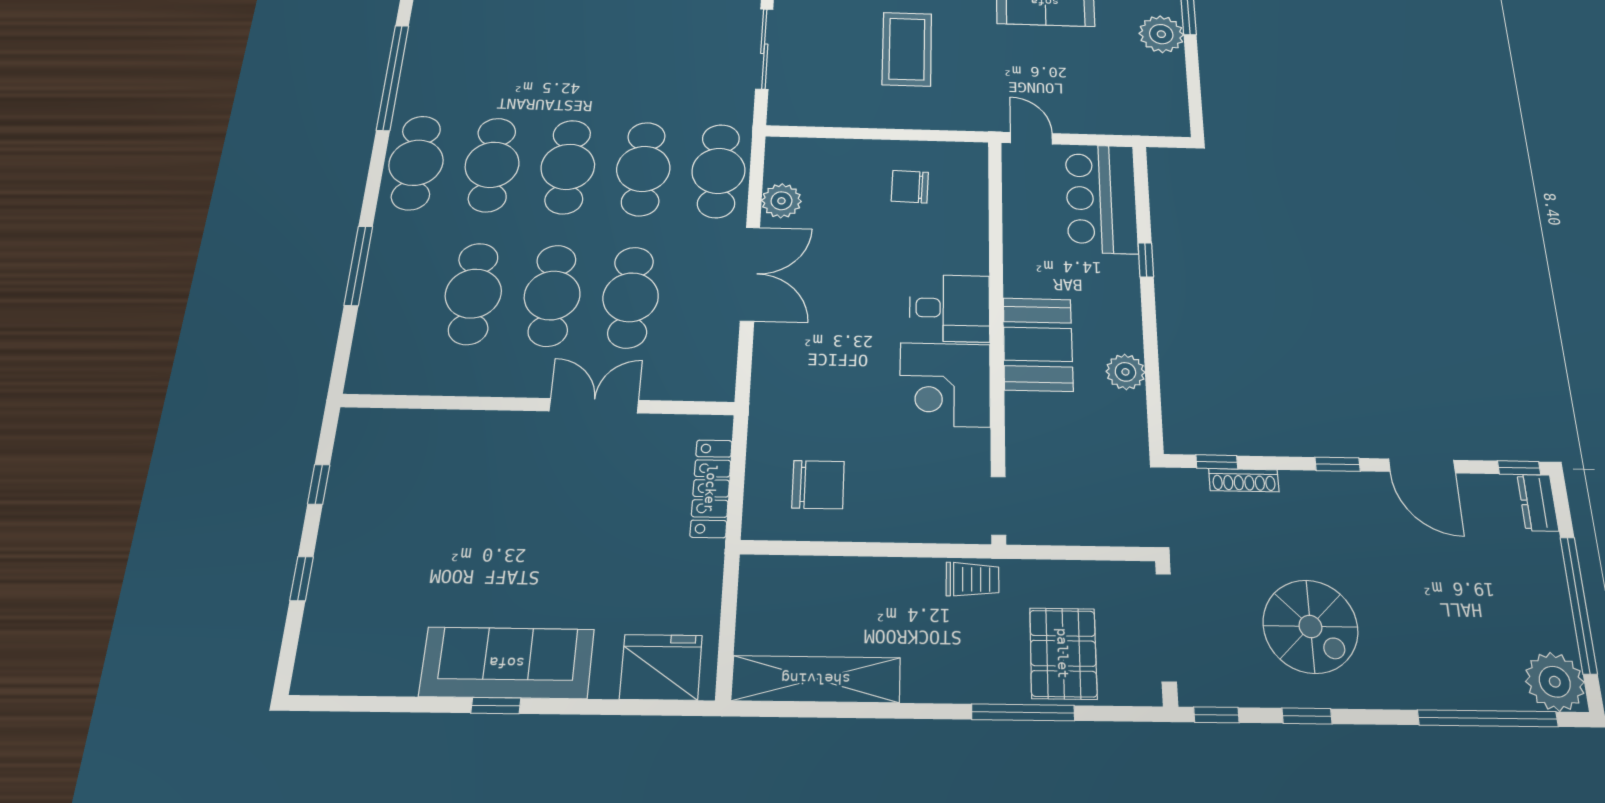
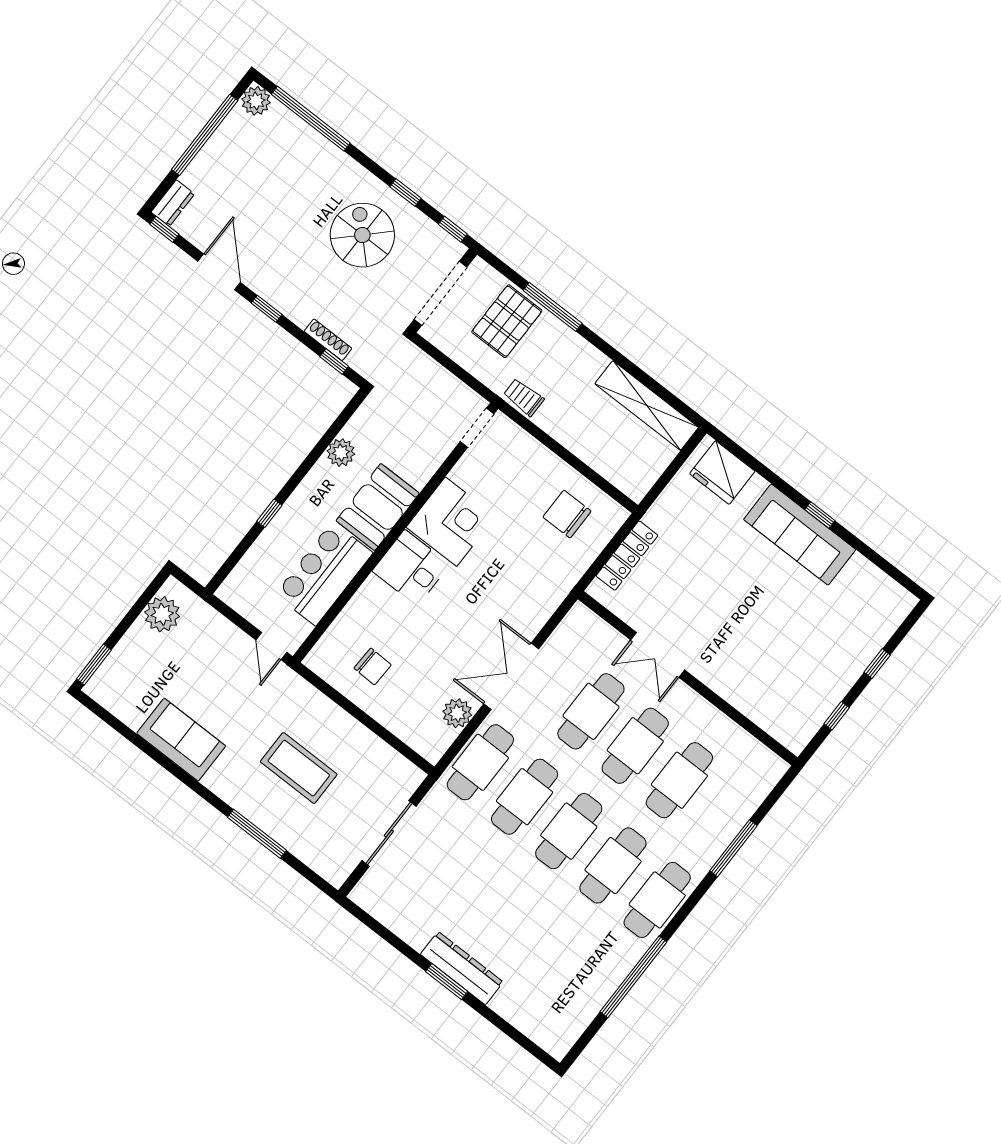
plant: (1161, 34) -> (162, 614), moved
coffee table: (907, 49) -> (299, 768), turned 90
bar counter: (1101, 199) -> (324, 574), moved, turned 180
plant: (1555, 682) -> (256, 101), width x0.73, depth x0.73

